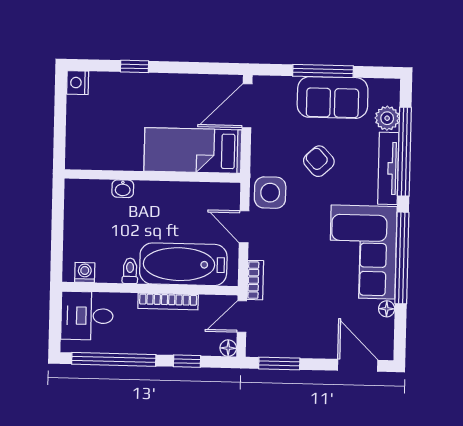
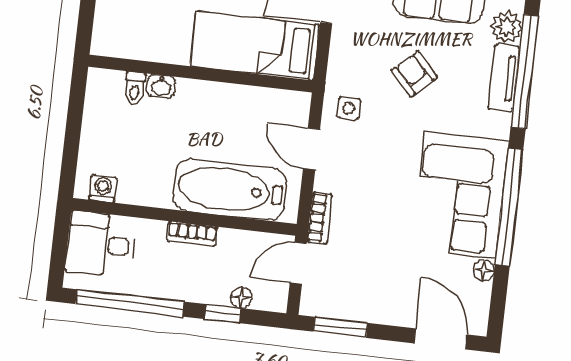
tv unit: (388, 168) -> (504, 78), width x0.71
side table: (270, 193) -> (349, 108), width x0.54, depth x0.54
toilet: (130, 271) -> (135, 88), moved, turned 180
bookcase: (168, 301) -> (192, 234), width x0.64
floor lamp: (228, 348) -> (242, 298), moved

